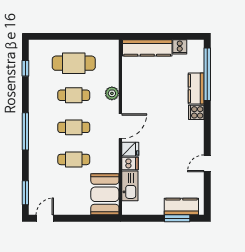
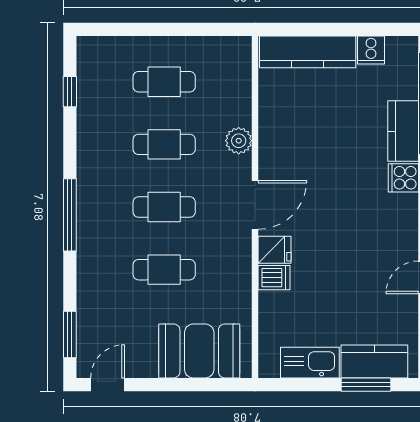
cafe table: (74, 63) -> (164, 82), width x0.73, depth x0.74
kitchen sink: (130, 186) -> (310, 363), moved, turned -90
booth: (105, 194) -> (199, 351), moved, turned 90

